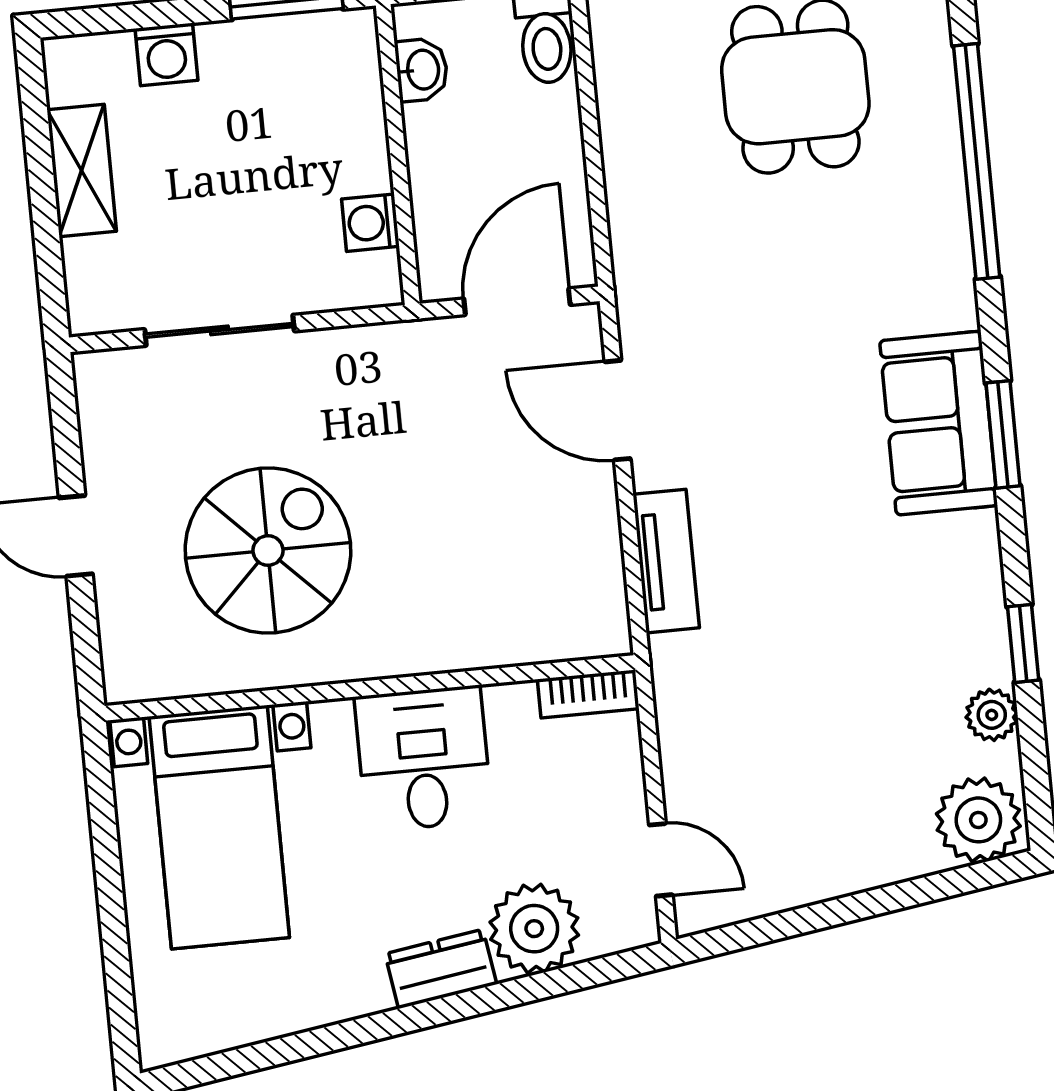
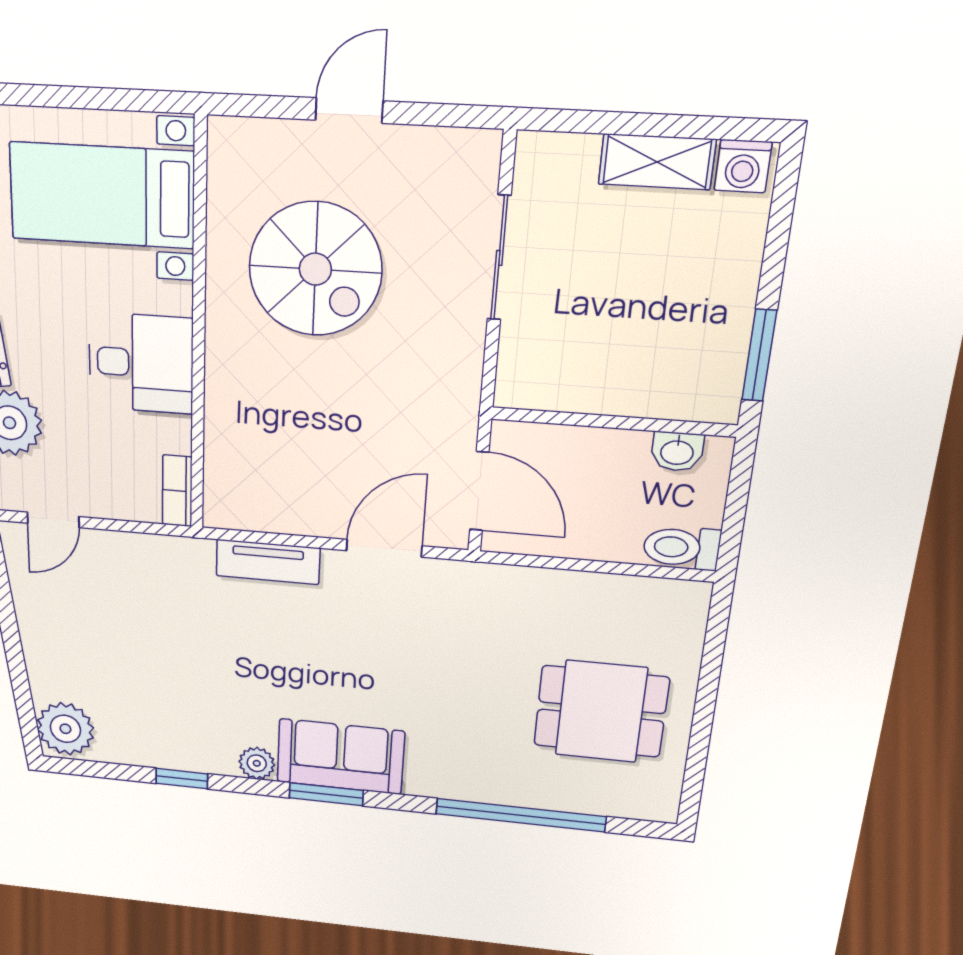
washing machine: (166, 54) -> (743, 166), moved, turned -90
washing machine: (370, 223) -> (563, 392), removed
plant: (992, 715) -> (257, 763), moved

